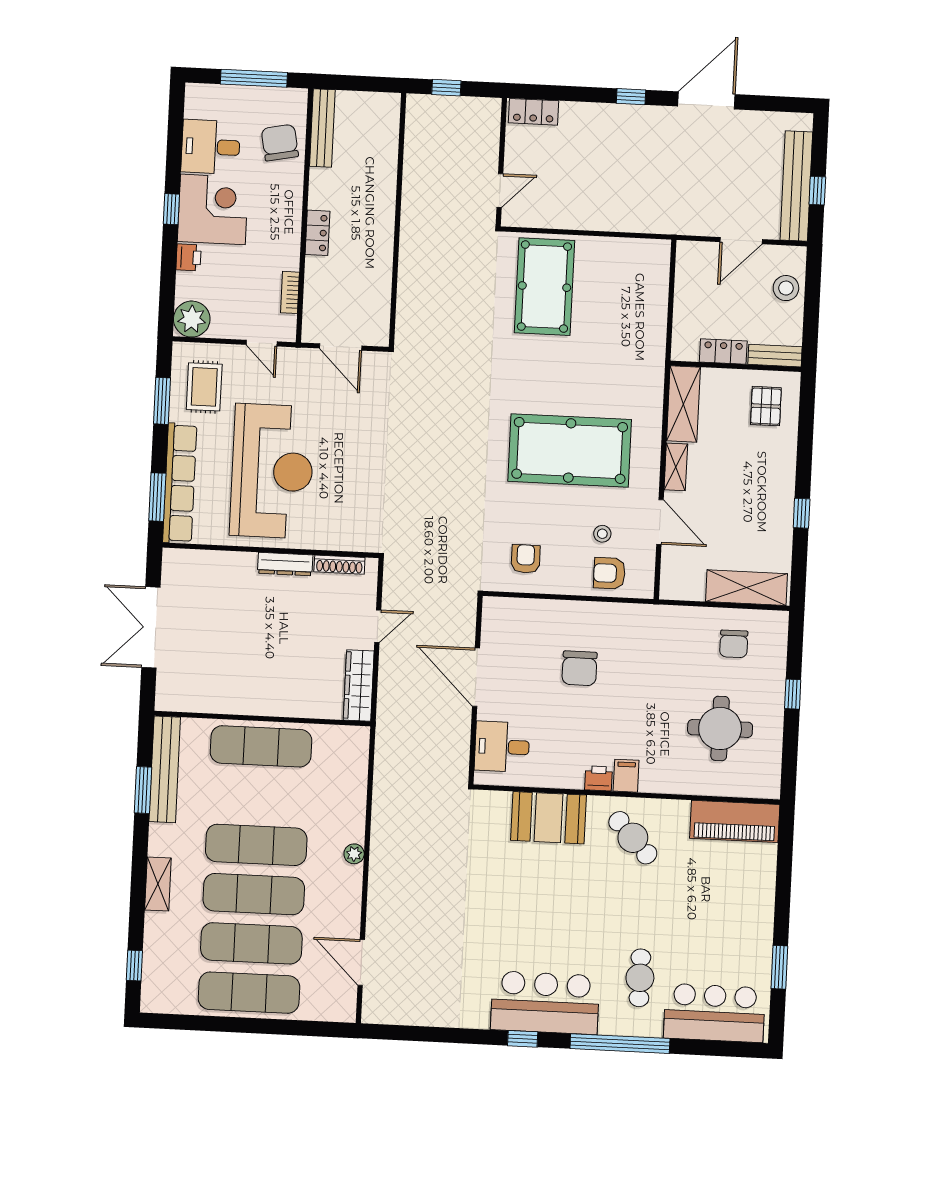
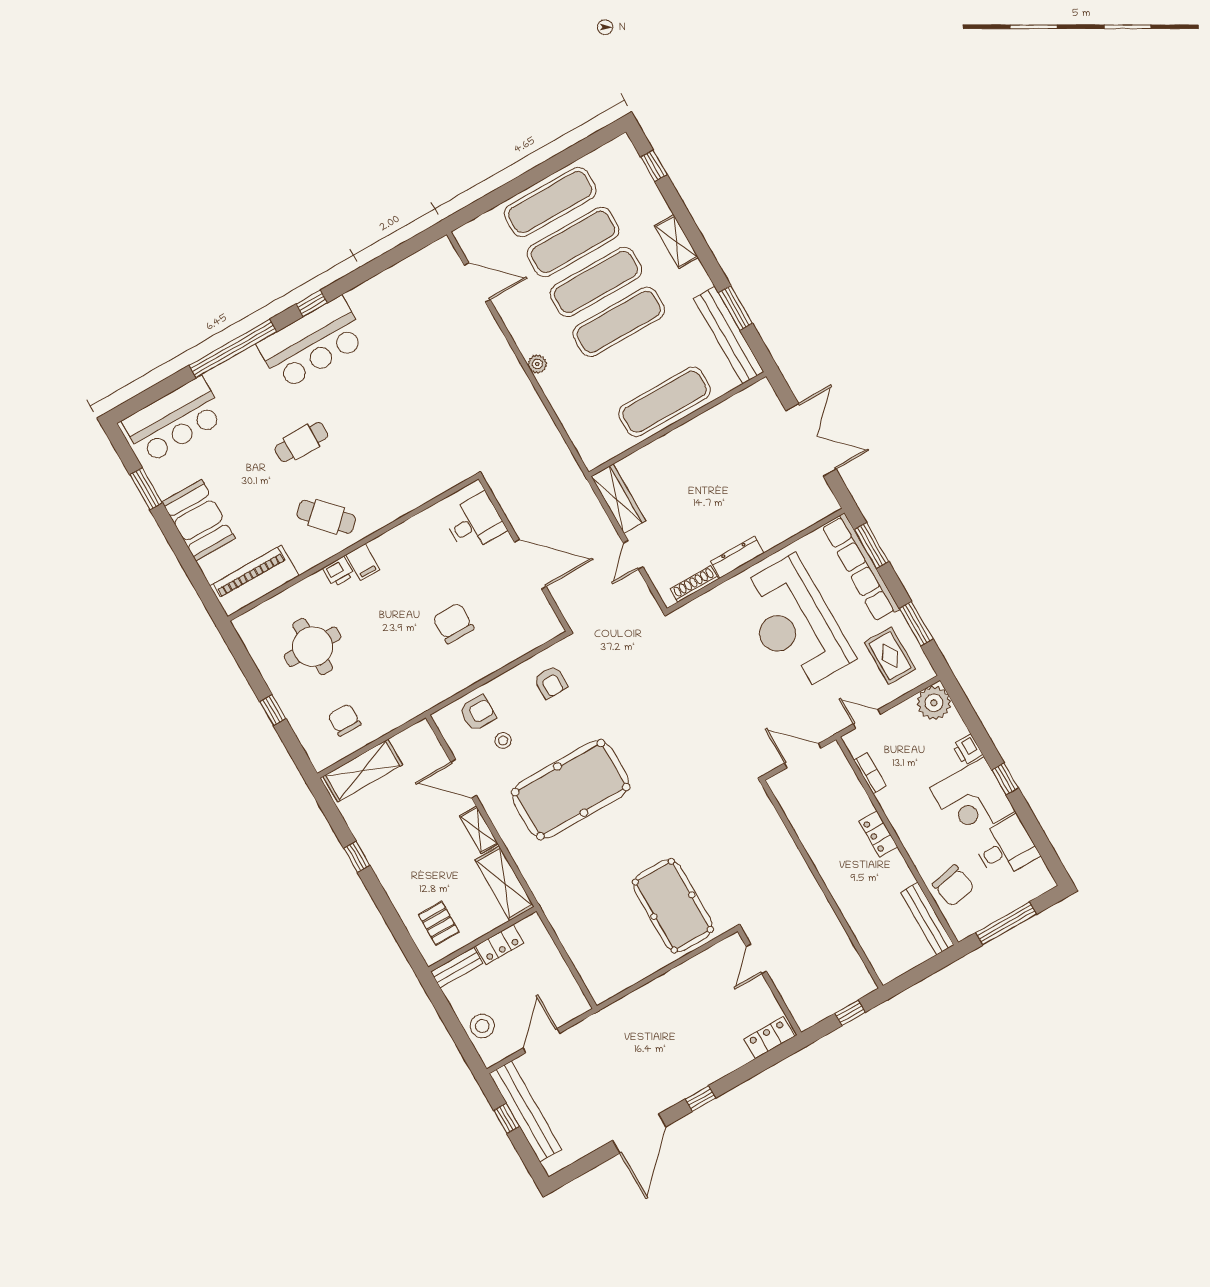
printer: (599, 778) -> (339, 572), moved
booth: (549, 818) -> (199, 520), moved, turned 90
cafe table: (640, 978) -> (301, 442), moved, turned 90

